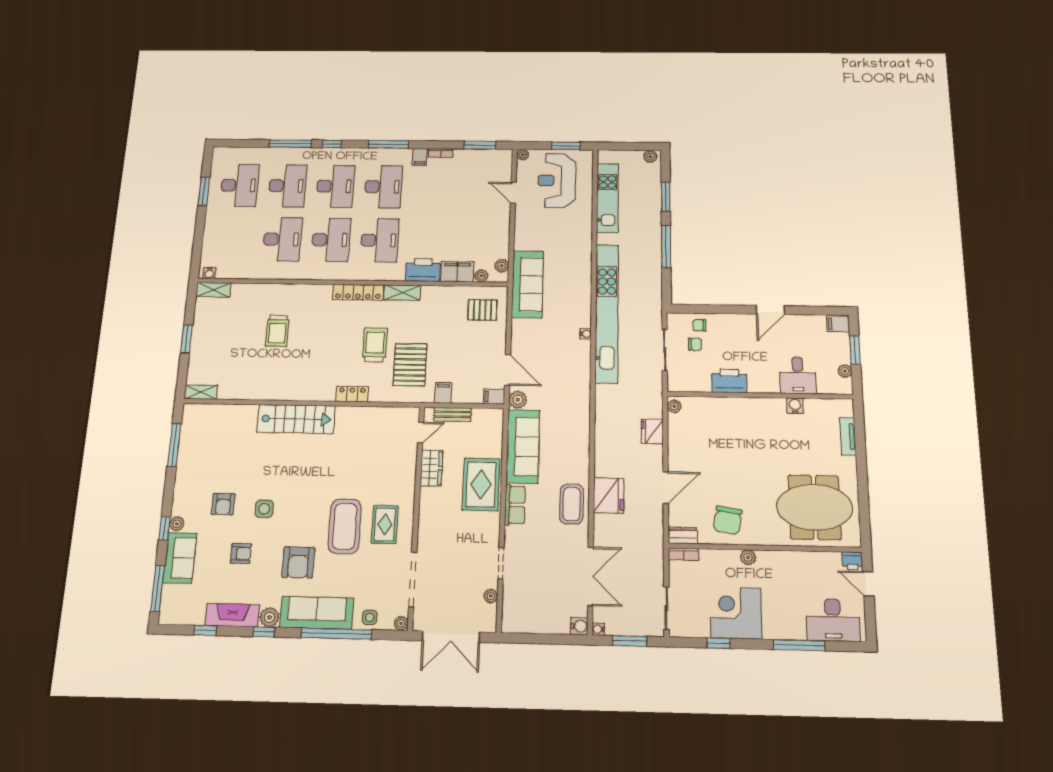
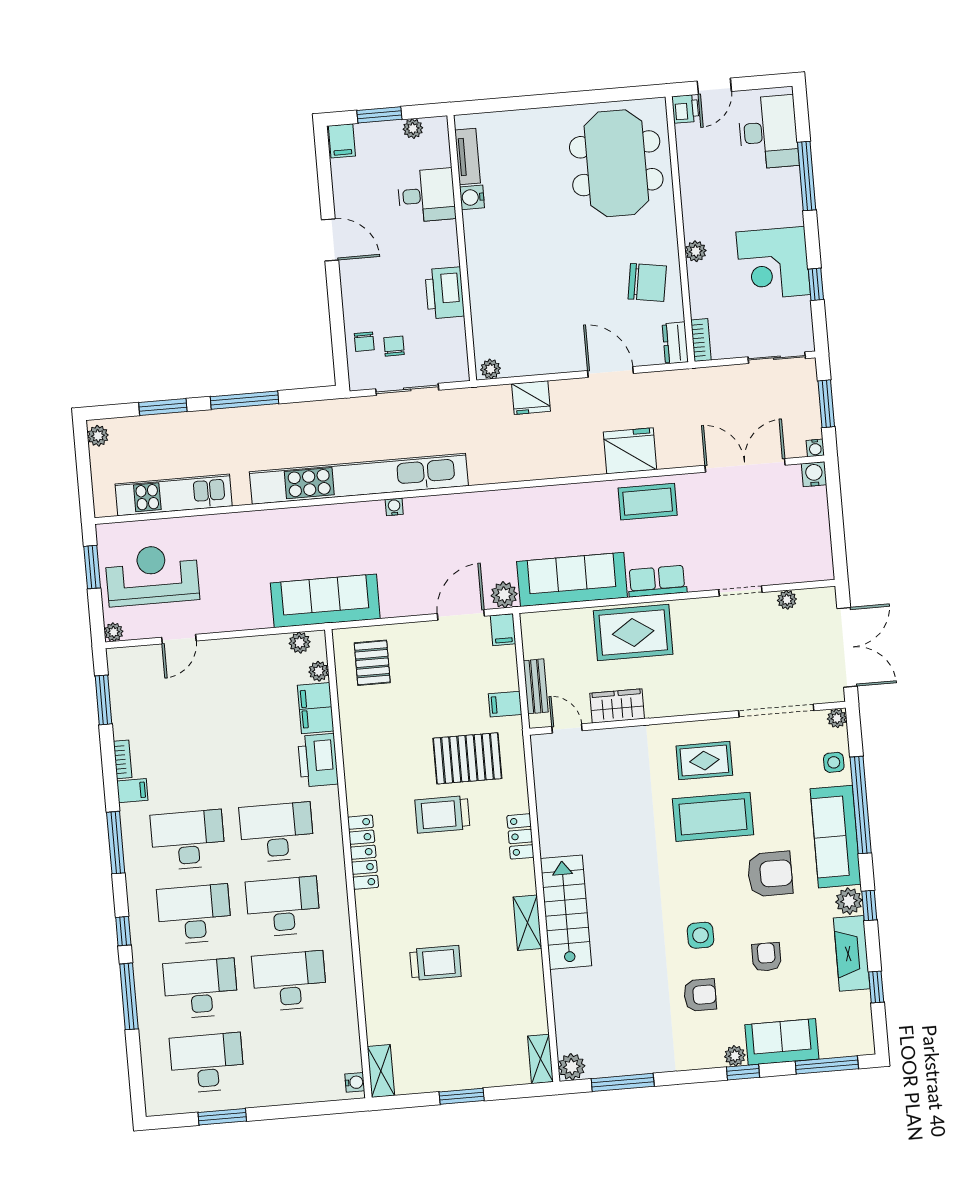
reception desk: (557, 181) -> (152, 575), turned 180
shelving: (402, 293) -> (527, 923), moved
plant: (192, 412) -> (572, 1067), added
tv unit: (848, 436) -> (468, 157), moved, turned -90

